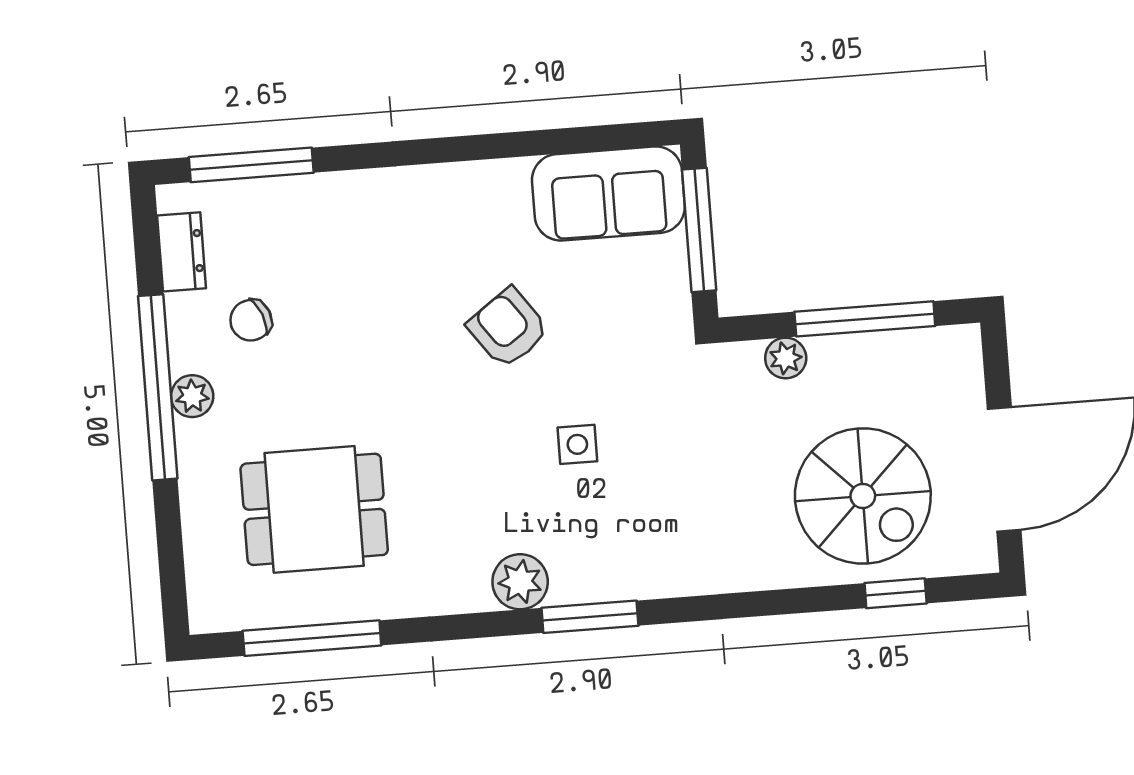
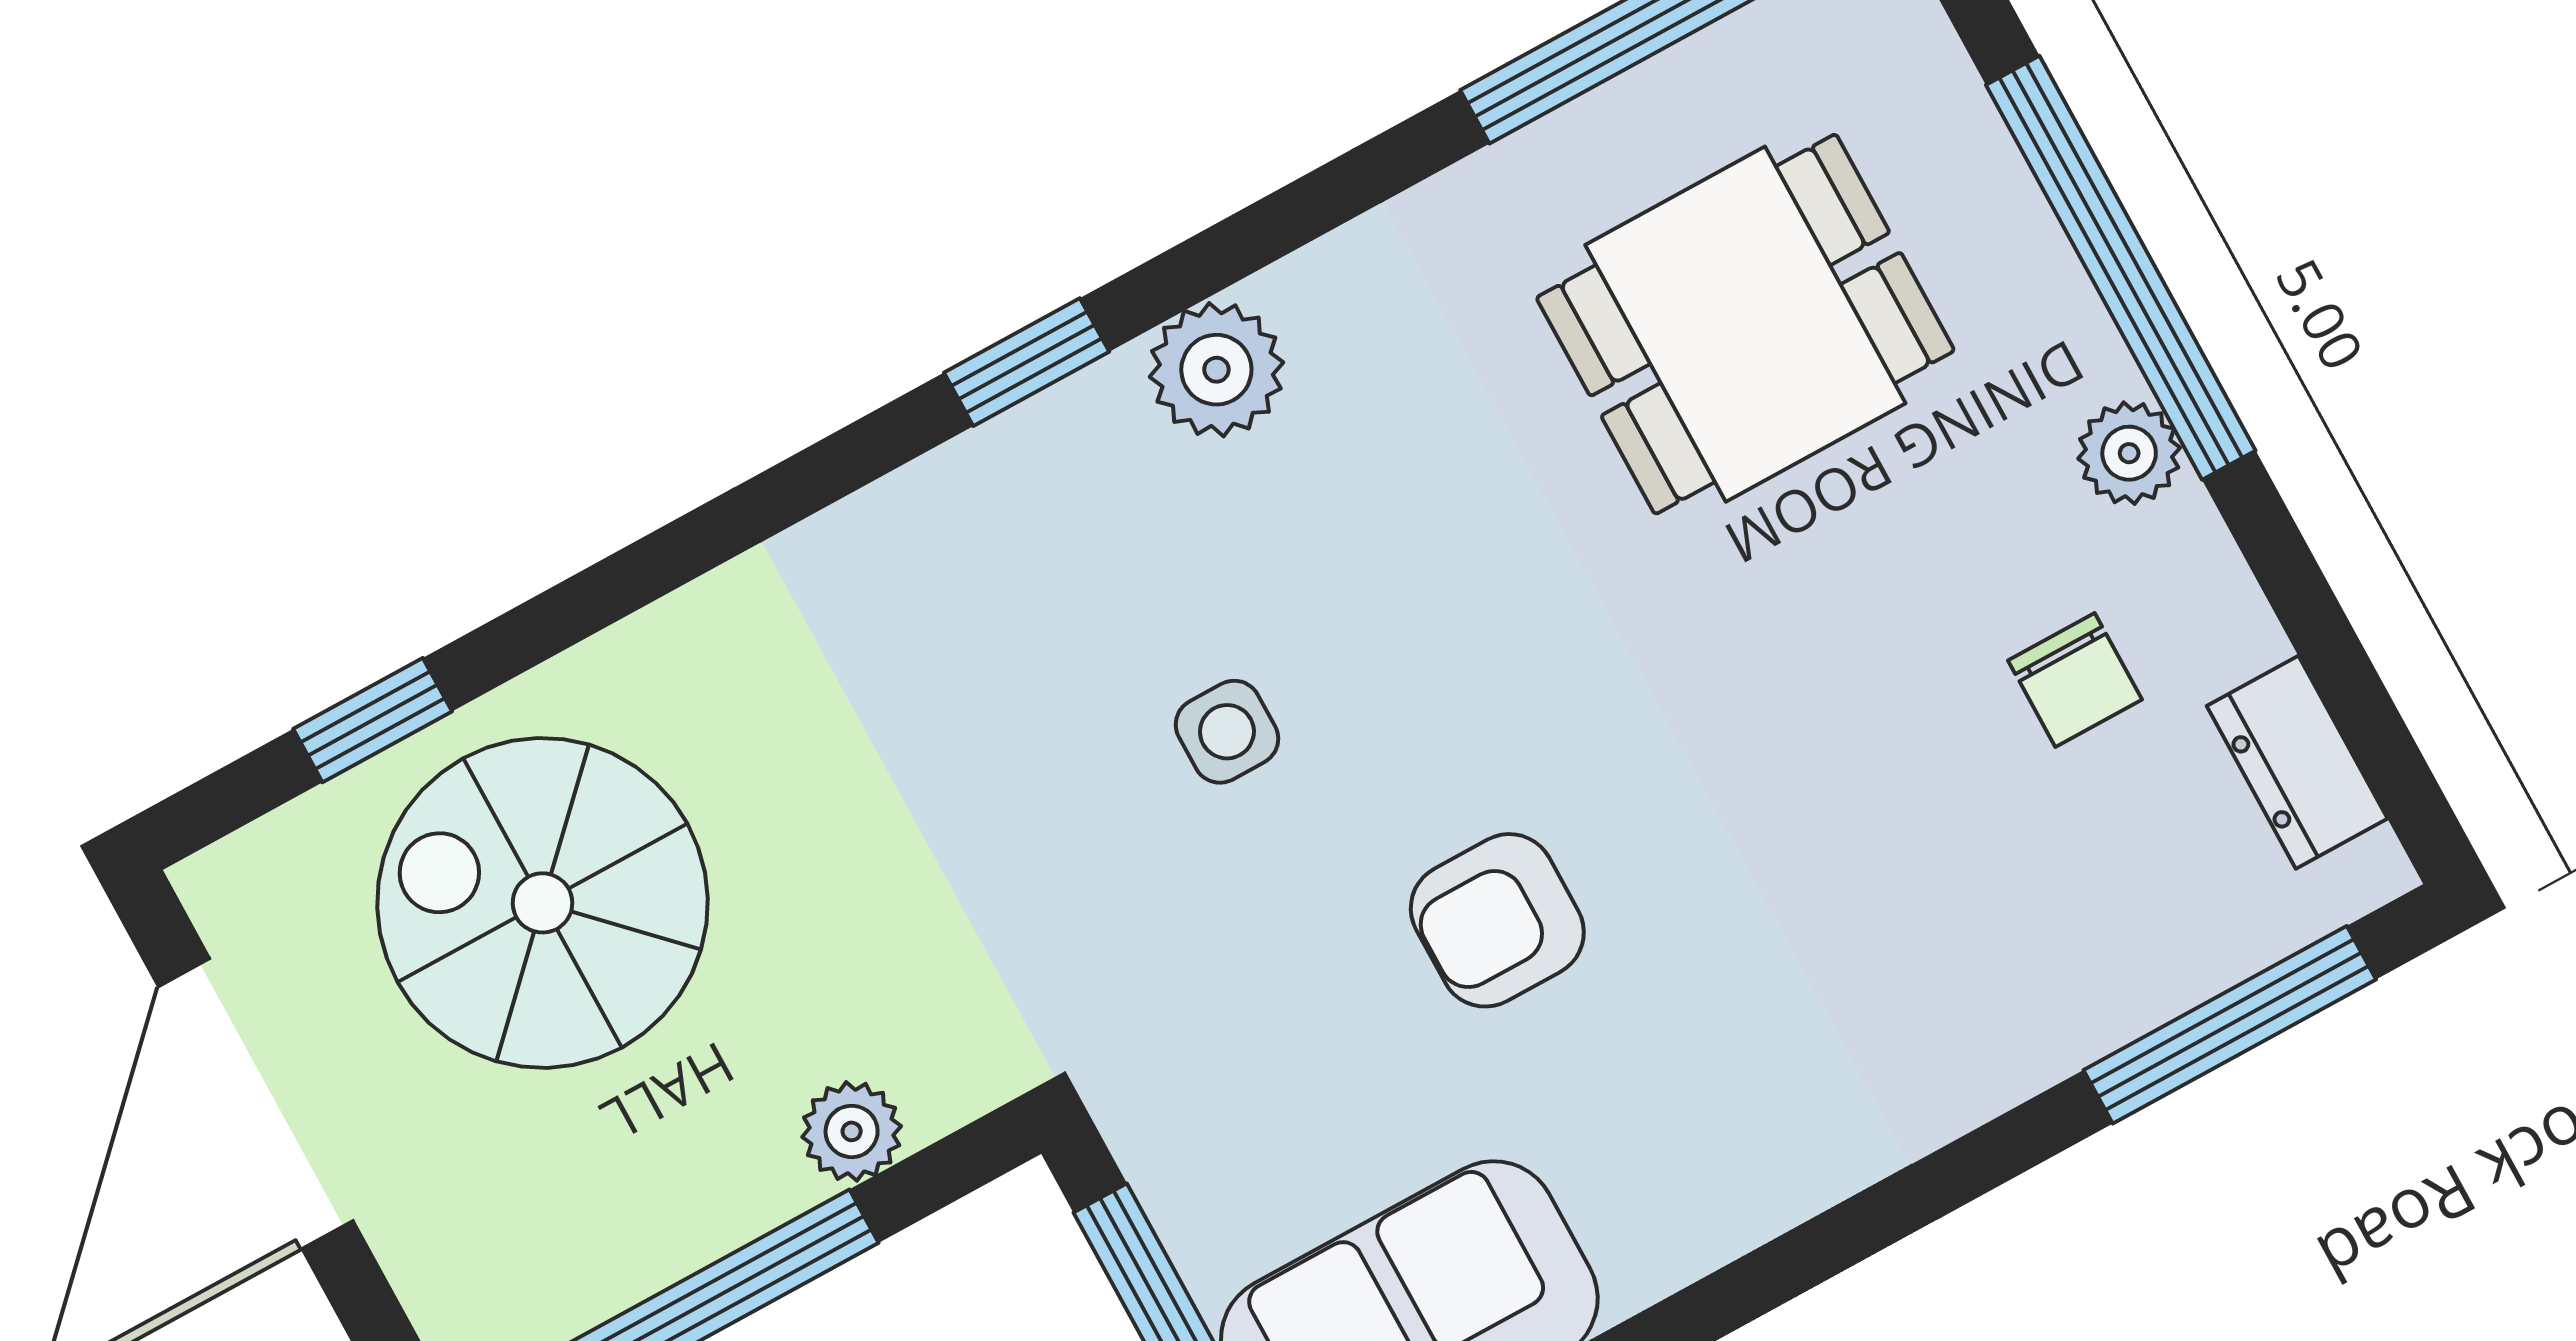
chair: (251, 320) -> (2075, 680), turned 112
armchair: (508, 328) -> (1497, 920), turned 126
window: (158, 387) -> (2121, 268), moved
window: (590, 617) -> (1027, 362), width x0.67

